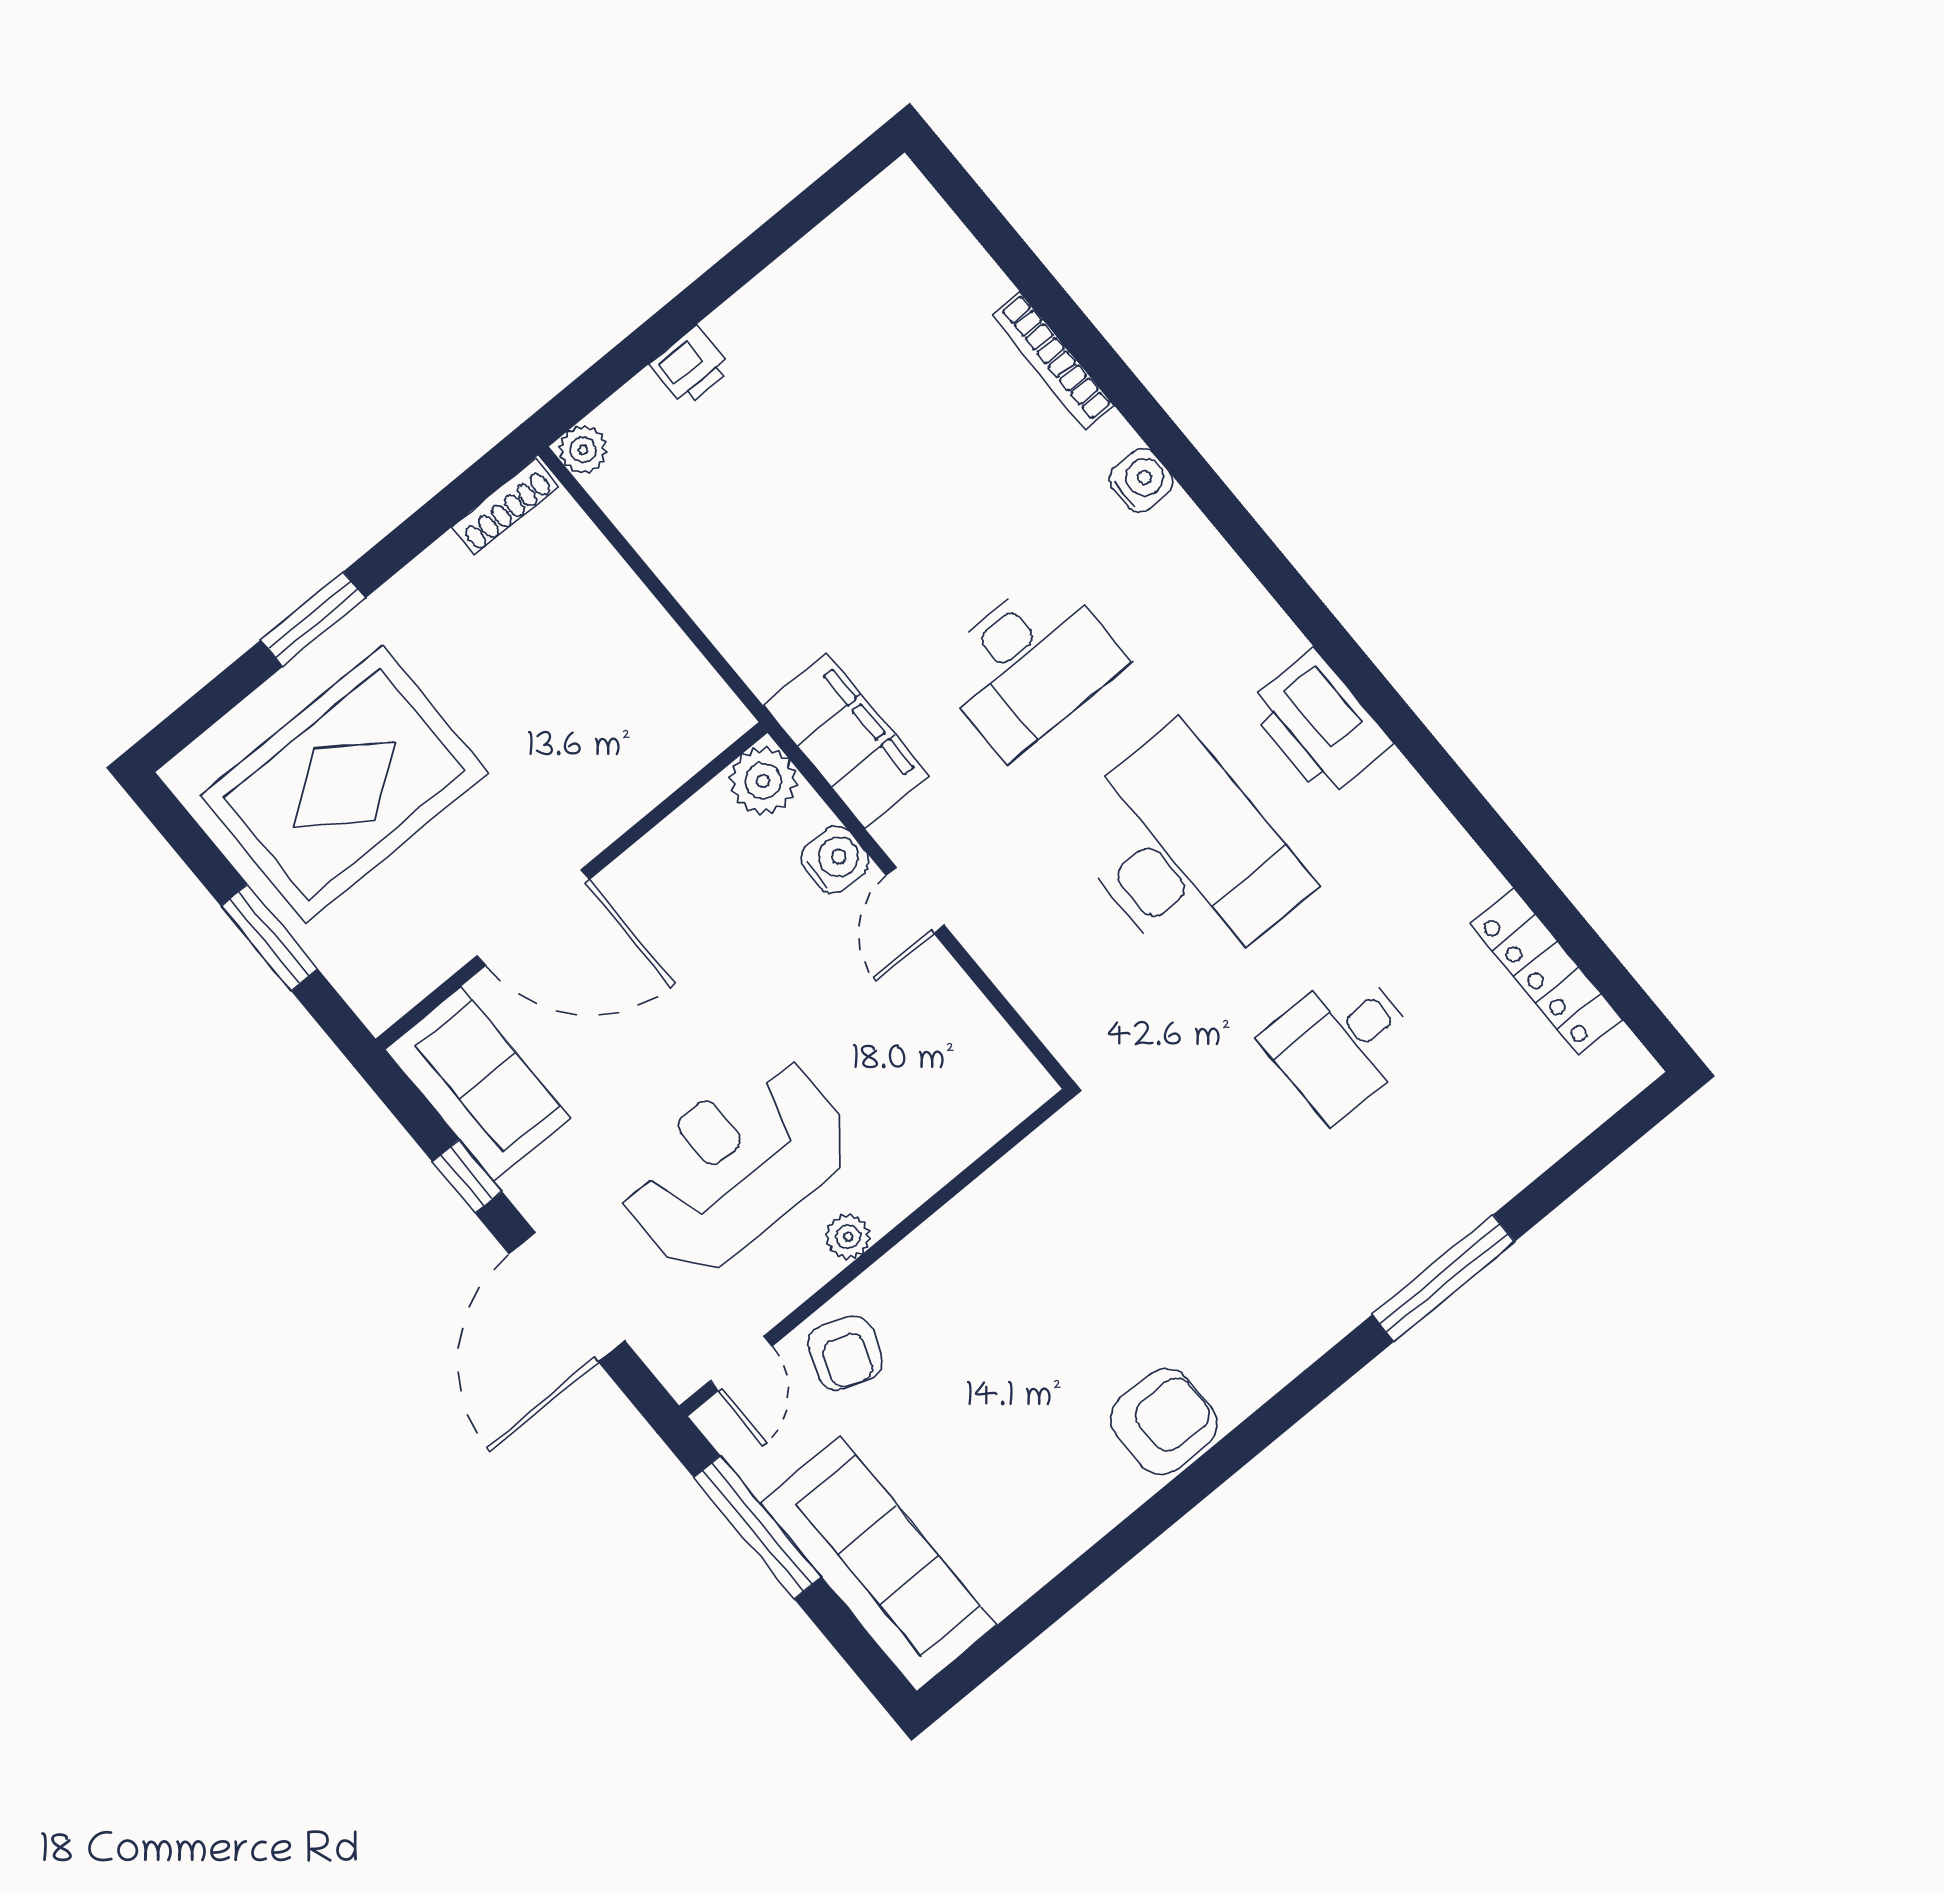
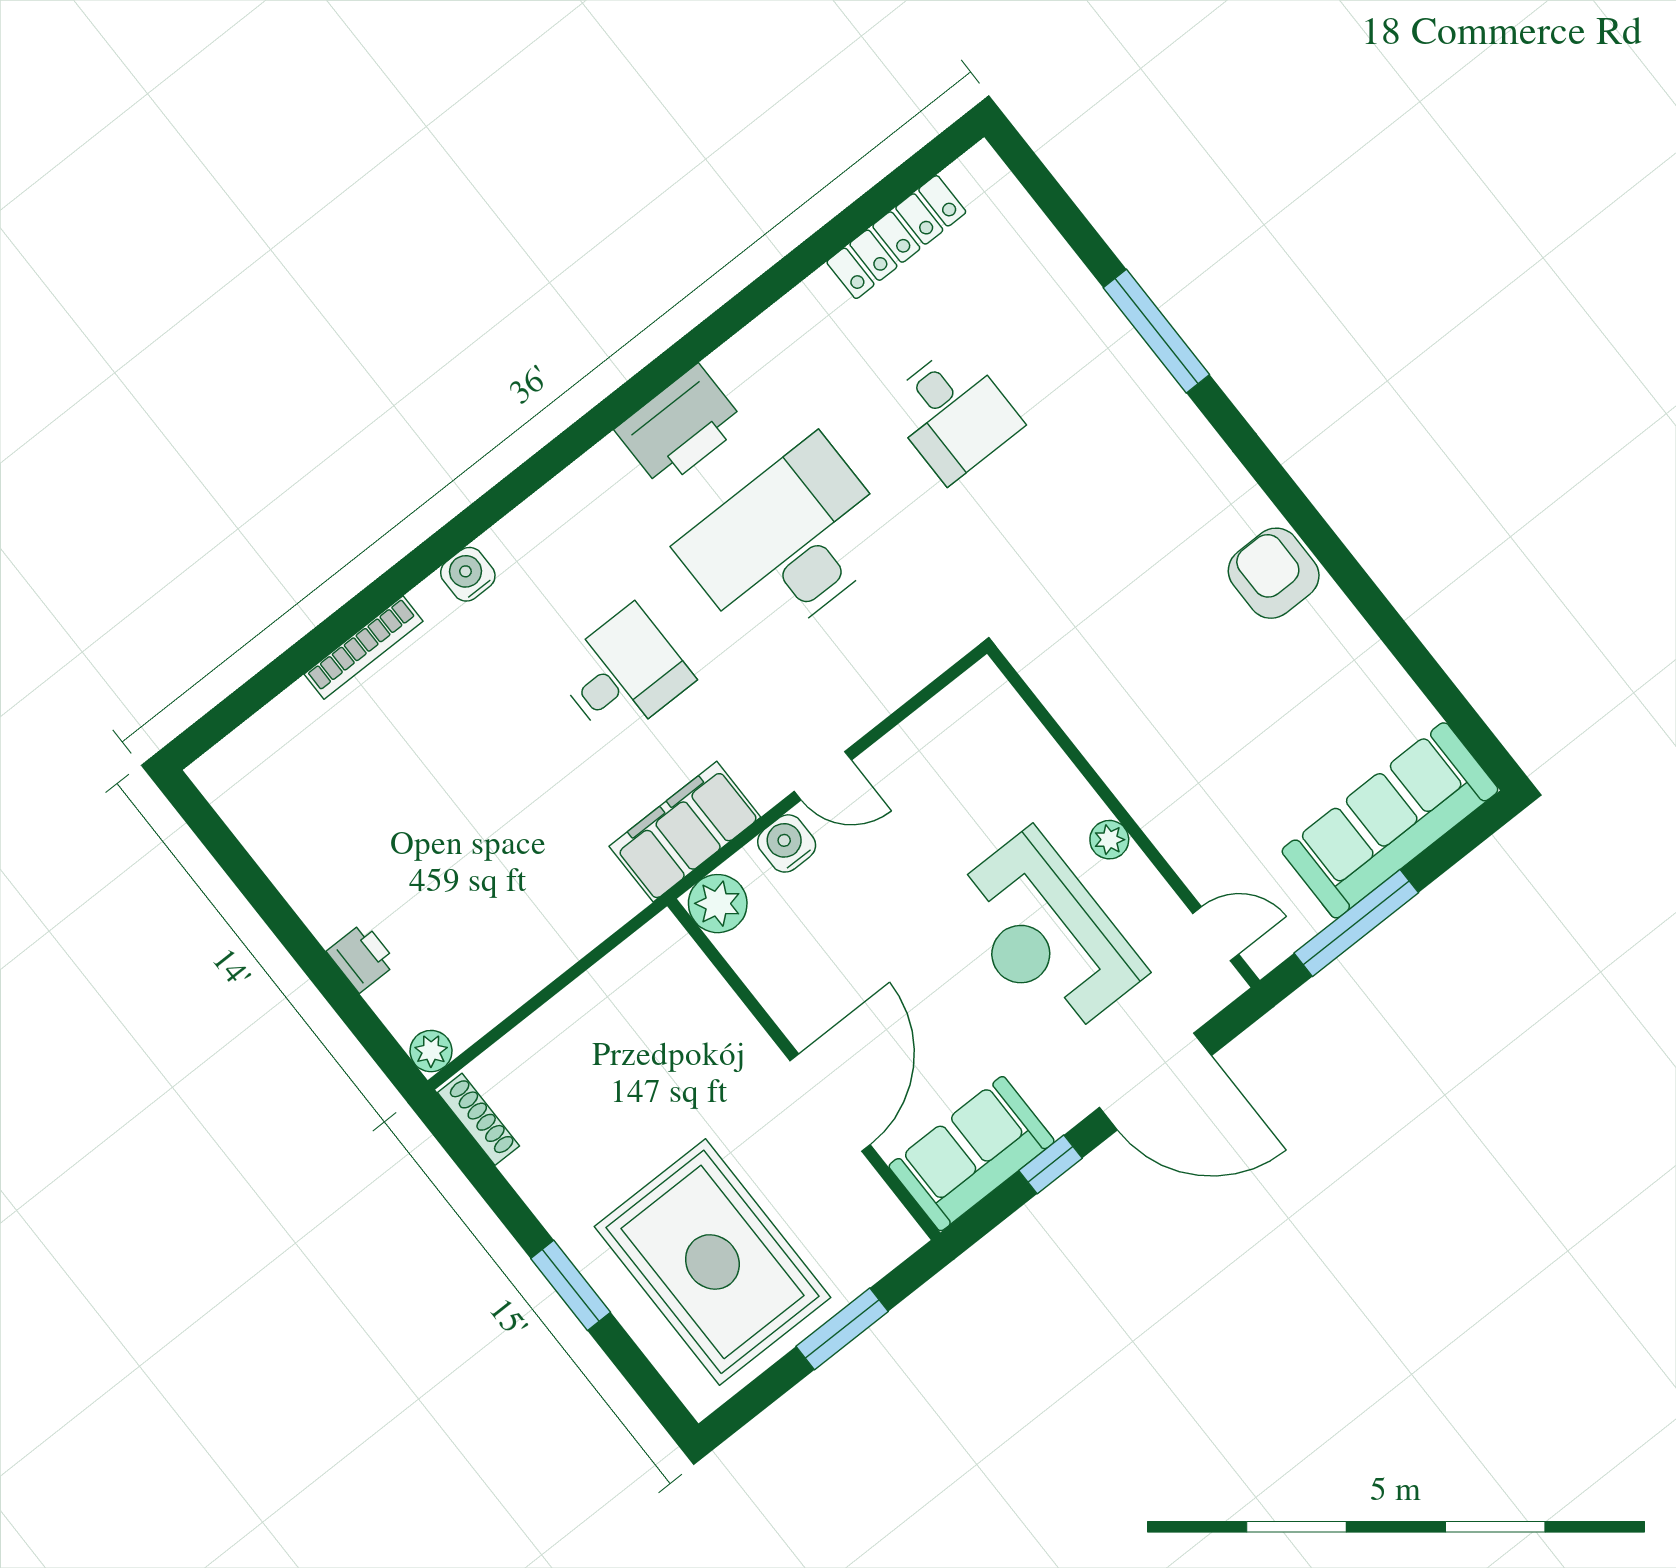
desk: (1029, 665) -> (623, 674), width x0.73
armchair: (845, 1353) -> (1209, 844), removed

